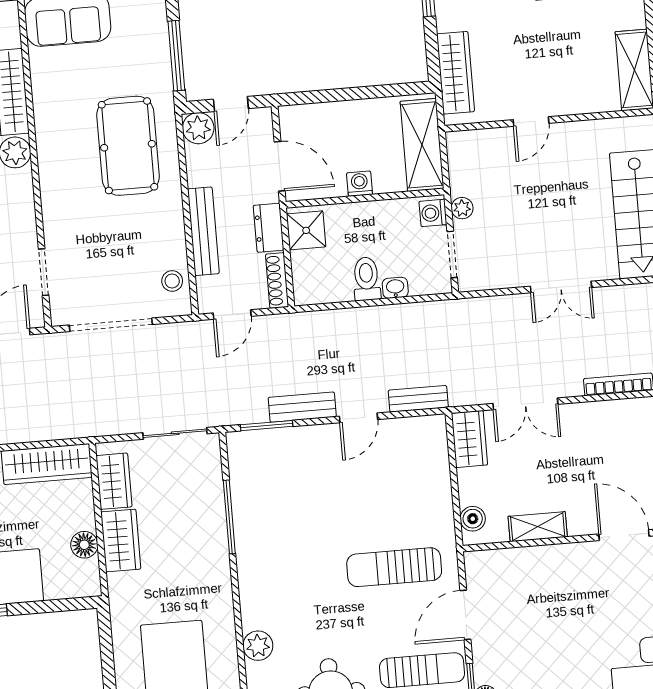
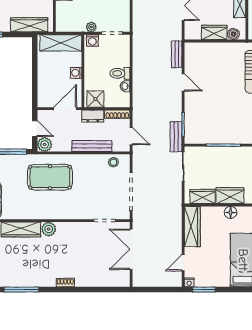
washbasin: (395, 288) -> (125, 86), moved
bench: (302, 407) -> (176, 137), moved
wardrobe: (469, 439) -> (214, 32), moved

